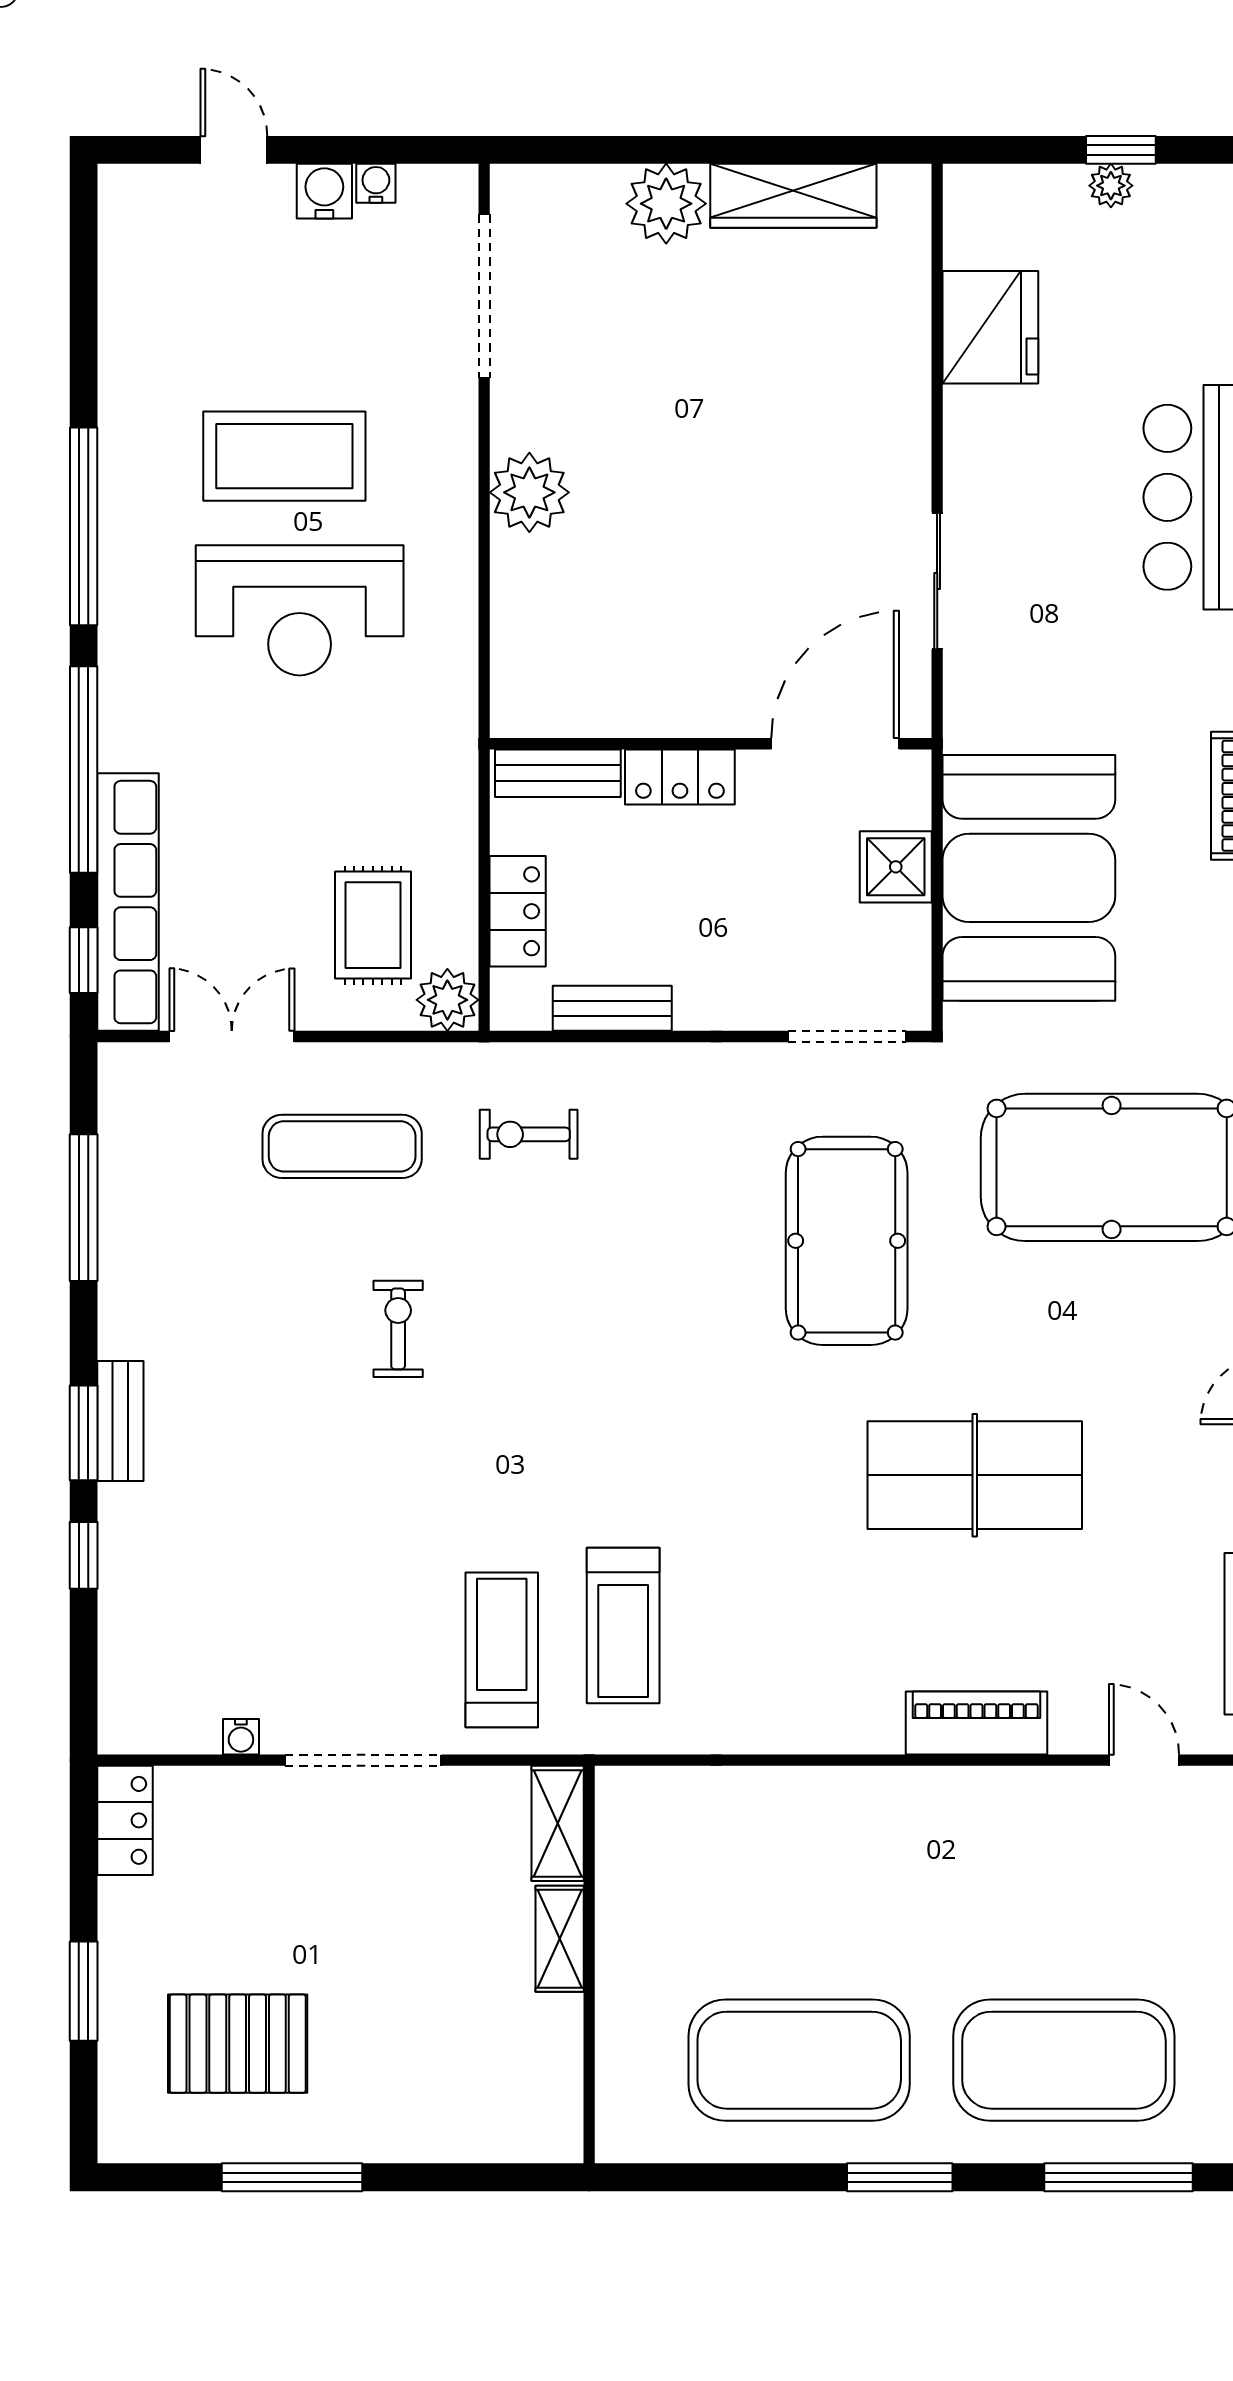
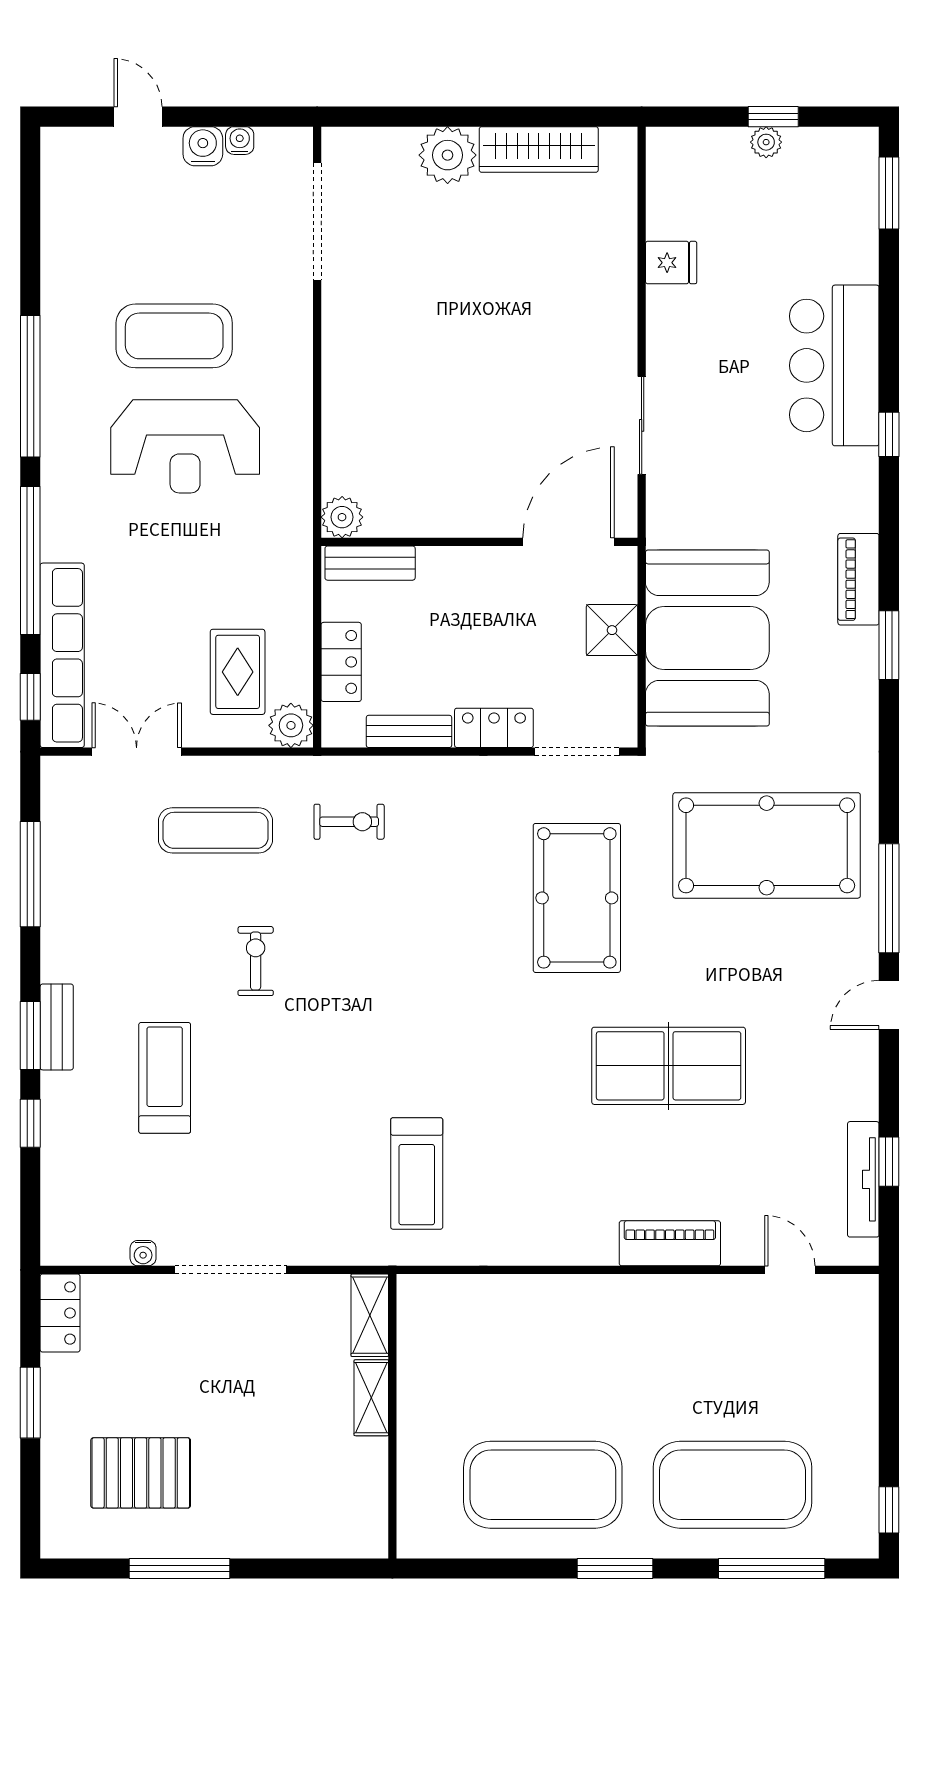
fridge: (990, 327) -> (671, 263), width x0.53, depth x0.75
plant: (529, 492) -> (342, 517), moved, width x0.73, depth x0.73
locker: (680, 777) -> (494, 728), moved, turned 180
exercise bike: (529, 1134) -> (349, 822), turned 180
treadmill: (502, 1650) -> (165, 1078), moved
window: (84, 1991) -> (30, 1403), moved

